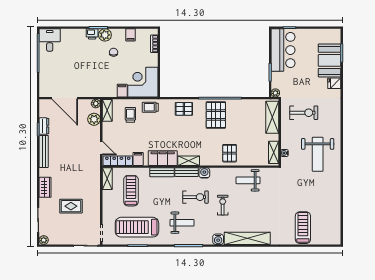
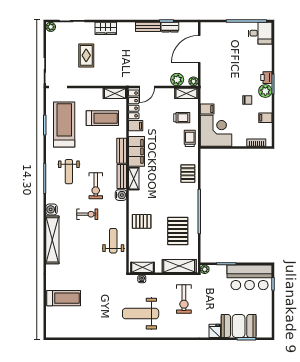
pallet: (216, 115) -> (178, 231), moved, turned 90
bench: (44, 151) -> (148, 27), width x0.73

